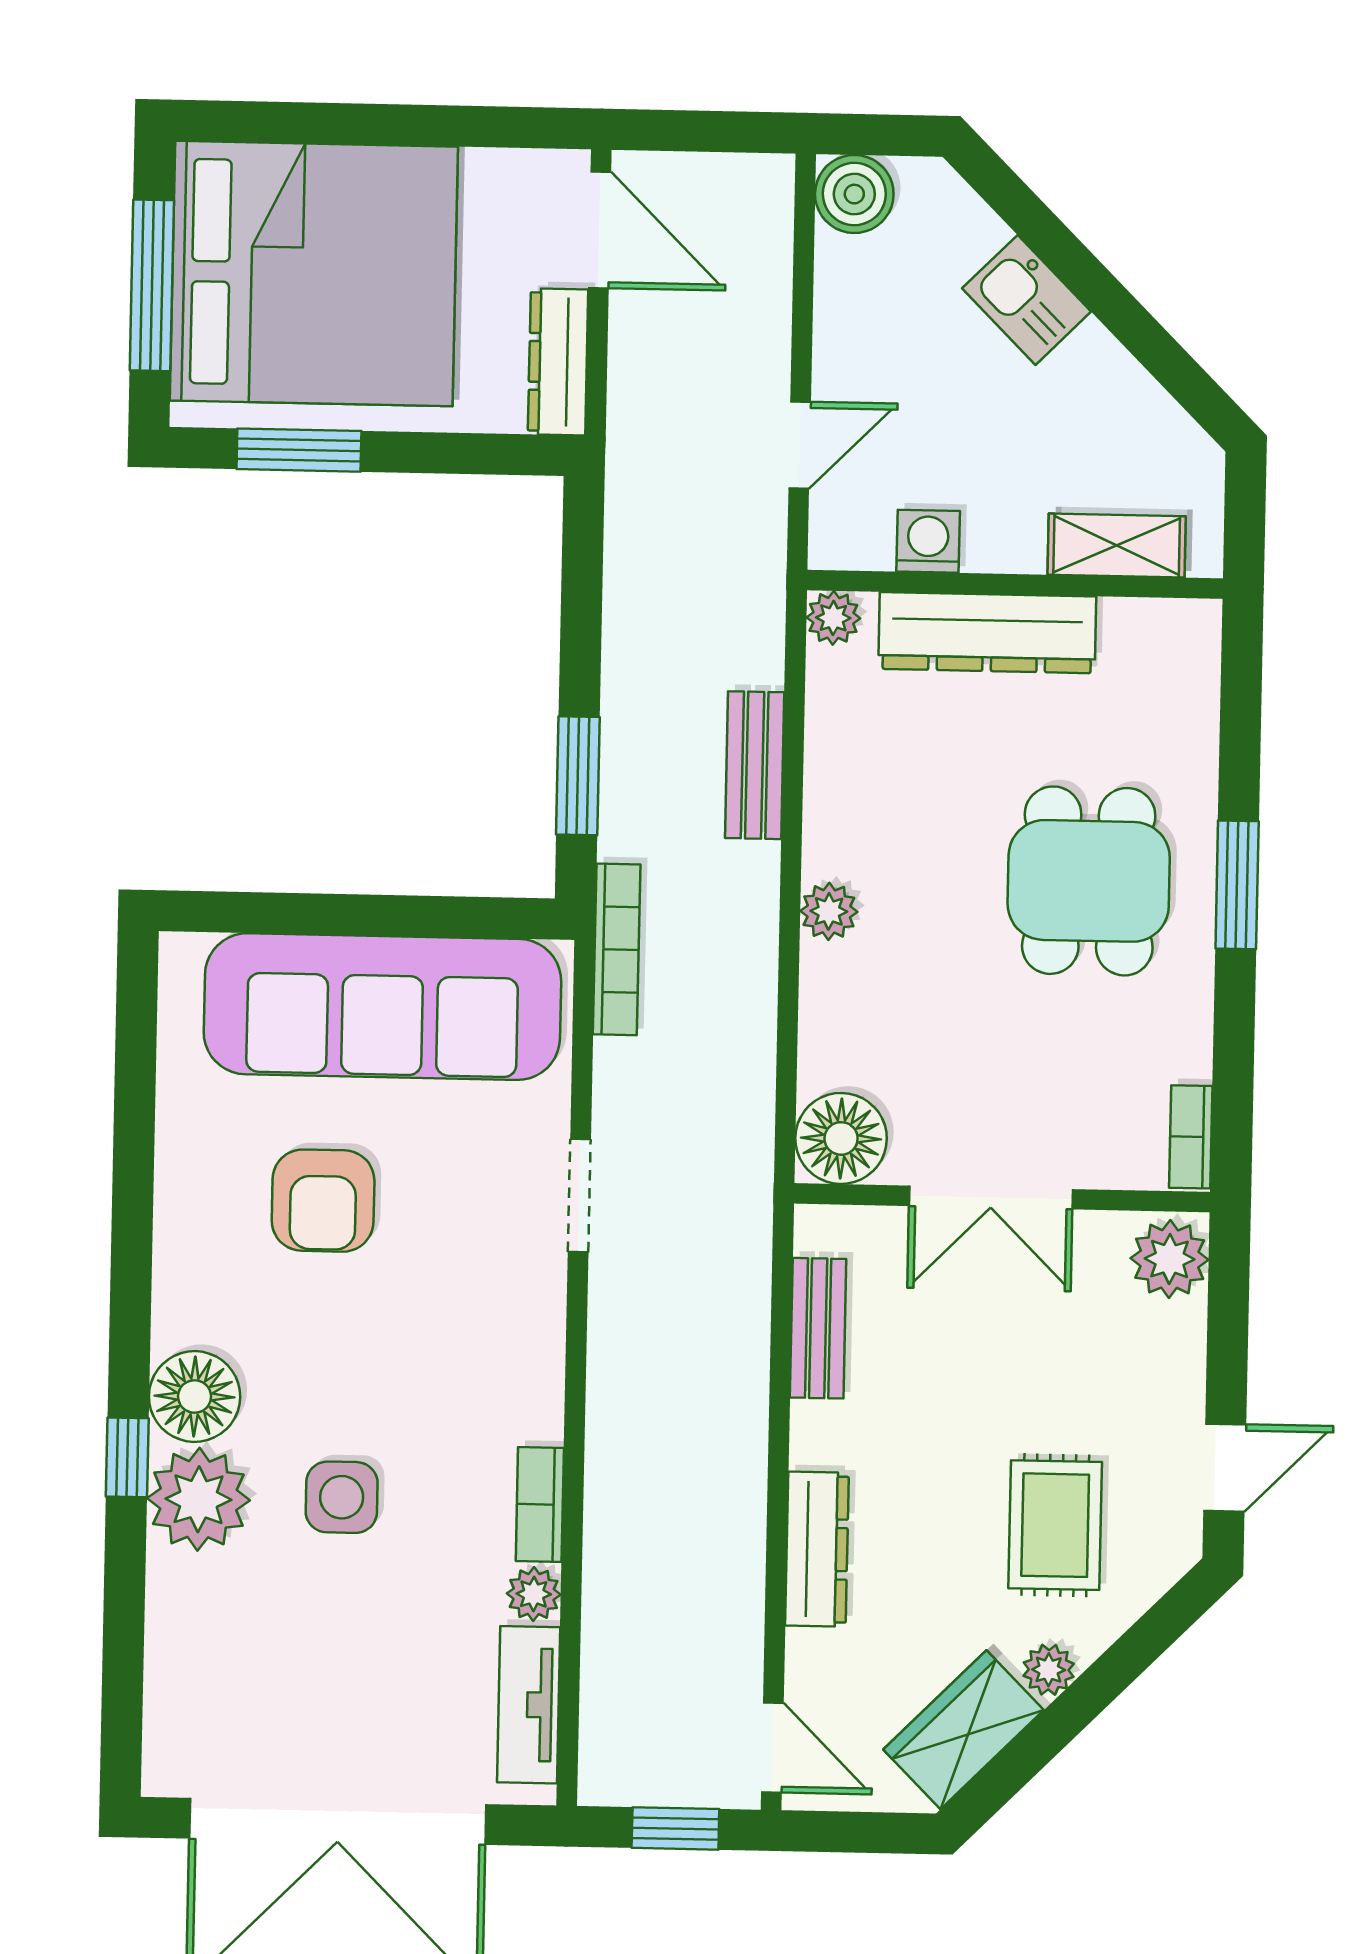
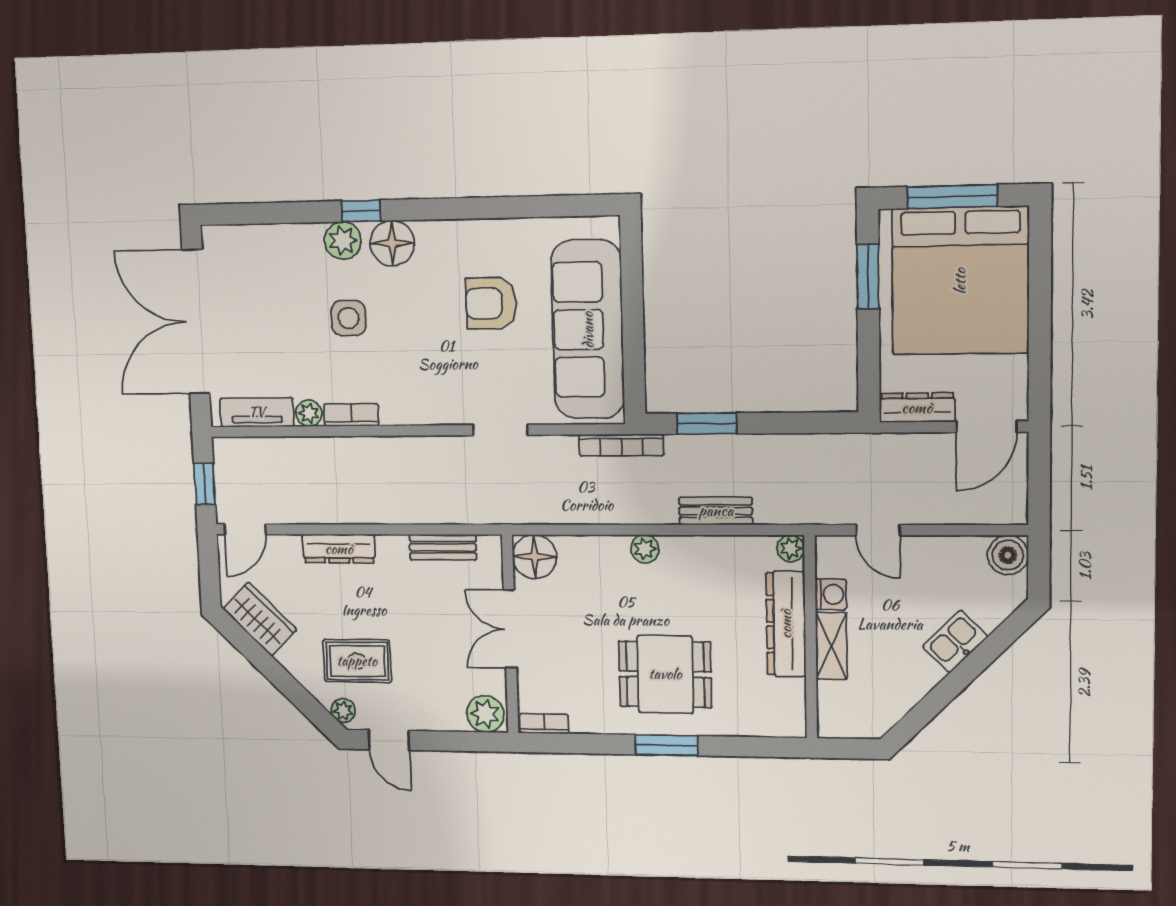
shelving: (1117, 545) -> (831, 646), moved
plant: (198, 1499) -> (343, 240), width x0.73, depth x0.73
plant: (1049, 1670) -> (343, 710), moved

